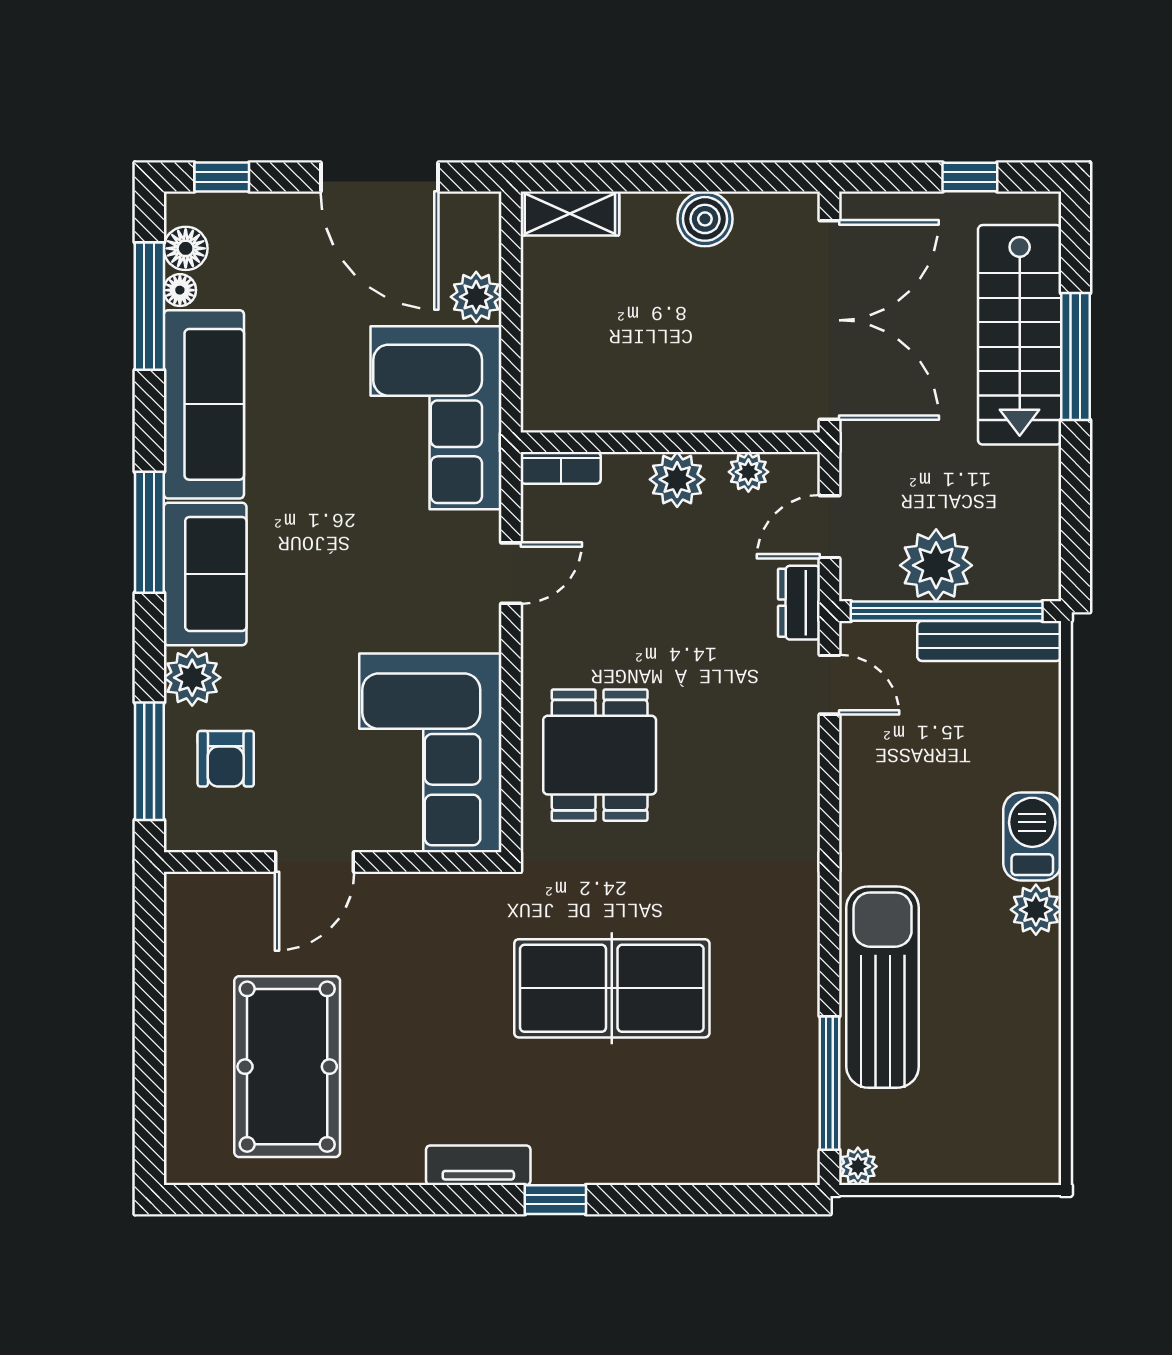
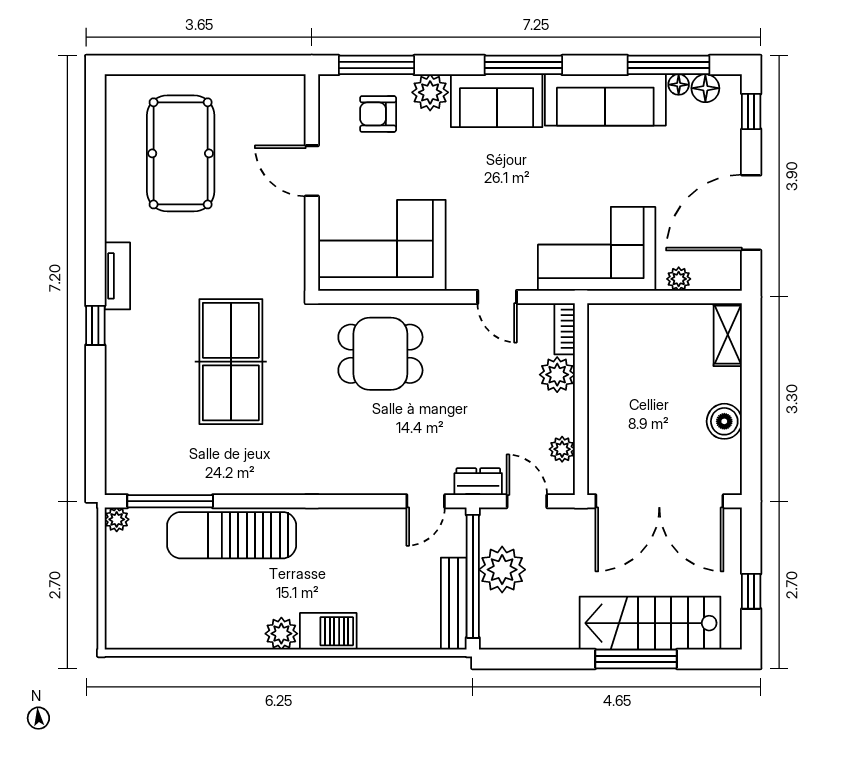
plant: (476, 297) -> (679, 279), width x0.73, depth x0.73
plant: (677, 479) -> (557, 375), moved
sun lounger: (883, 987) -> (232, 535), turned 180
pool table: (287, 1067) -> (181, 153), turned 90

